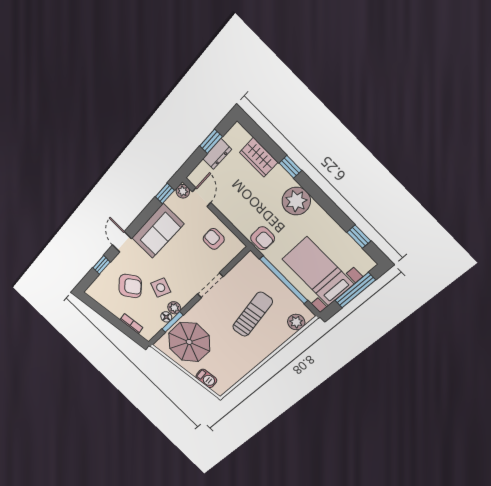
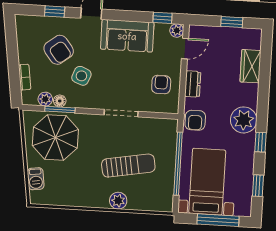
dresser: (217, 154) -> (193, 84), moved, turned -90
window: (290, 167) -> (260, 142), moved
plant: (174, 308) -> (45, 99), moved
plant: (296, 322) -> (118, 201), moved

